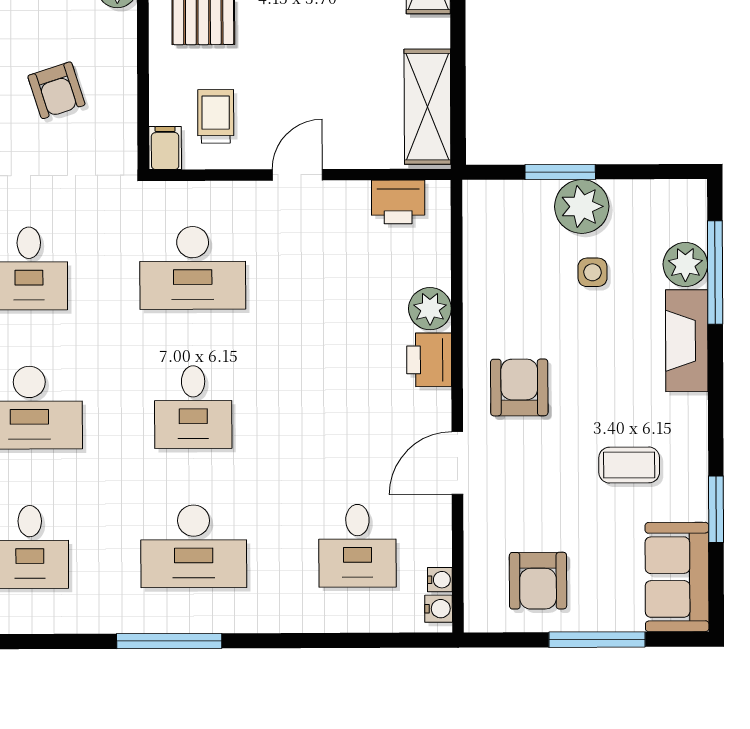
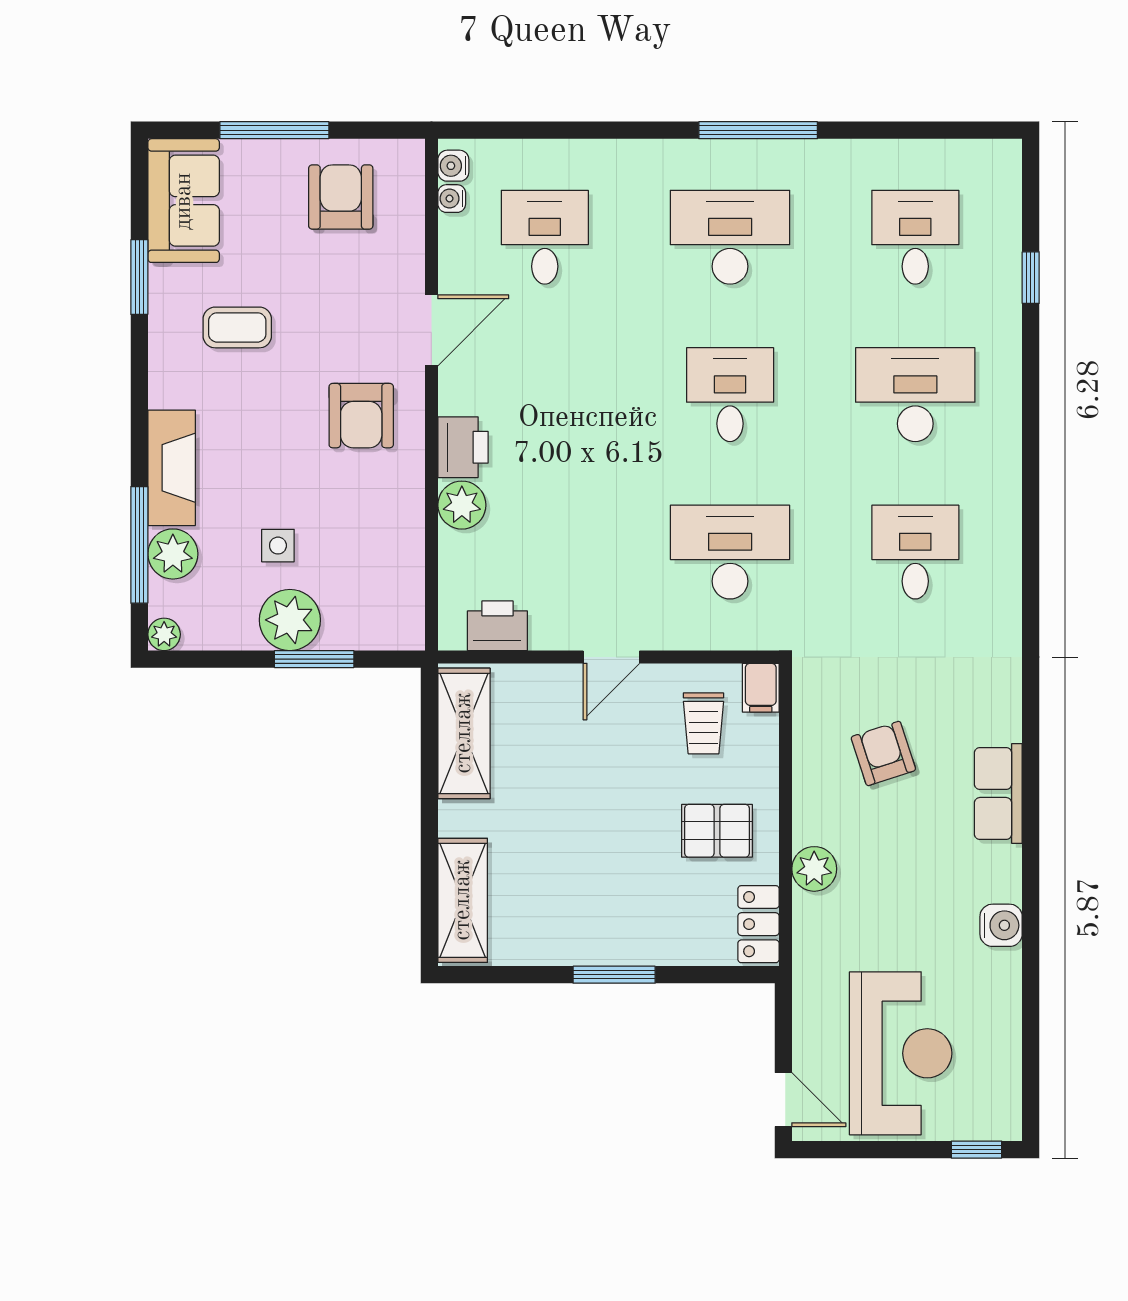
plant: (693, 193) -> (164, 634), added

